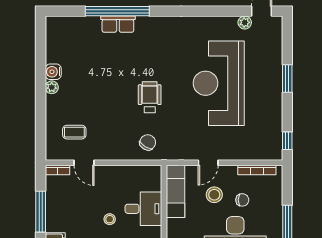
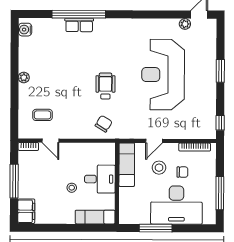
water cooler: (53, 72) -> (25, 30), moved

